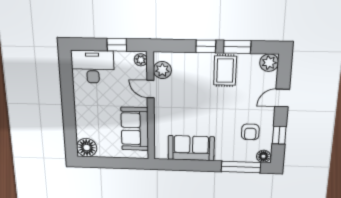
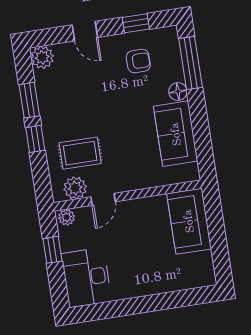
rug: (225, 71) -> (80, 153), moved
sofa: (135, 129) -> (189, 221), moved, turned 90
floor lamp: (87, 148) -> (201, 274), removed
floor lamp: (263, 156) -> (178, 92), moved

